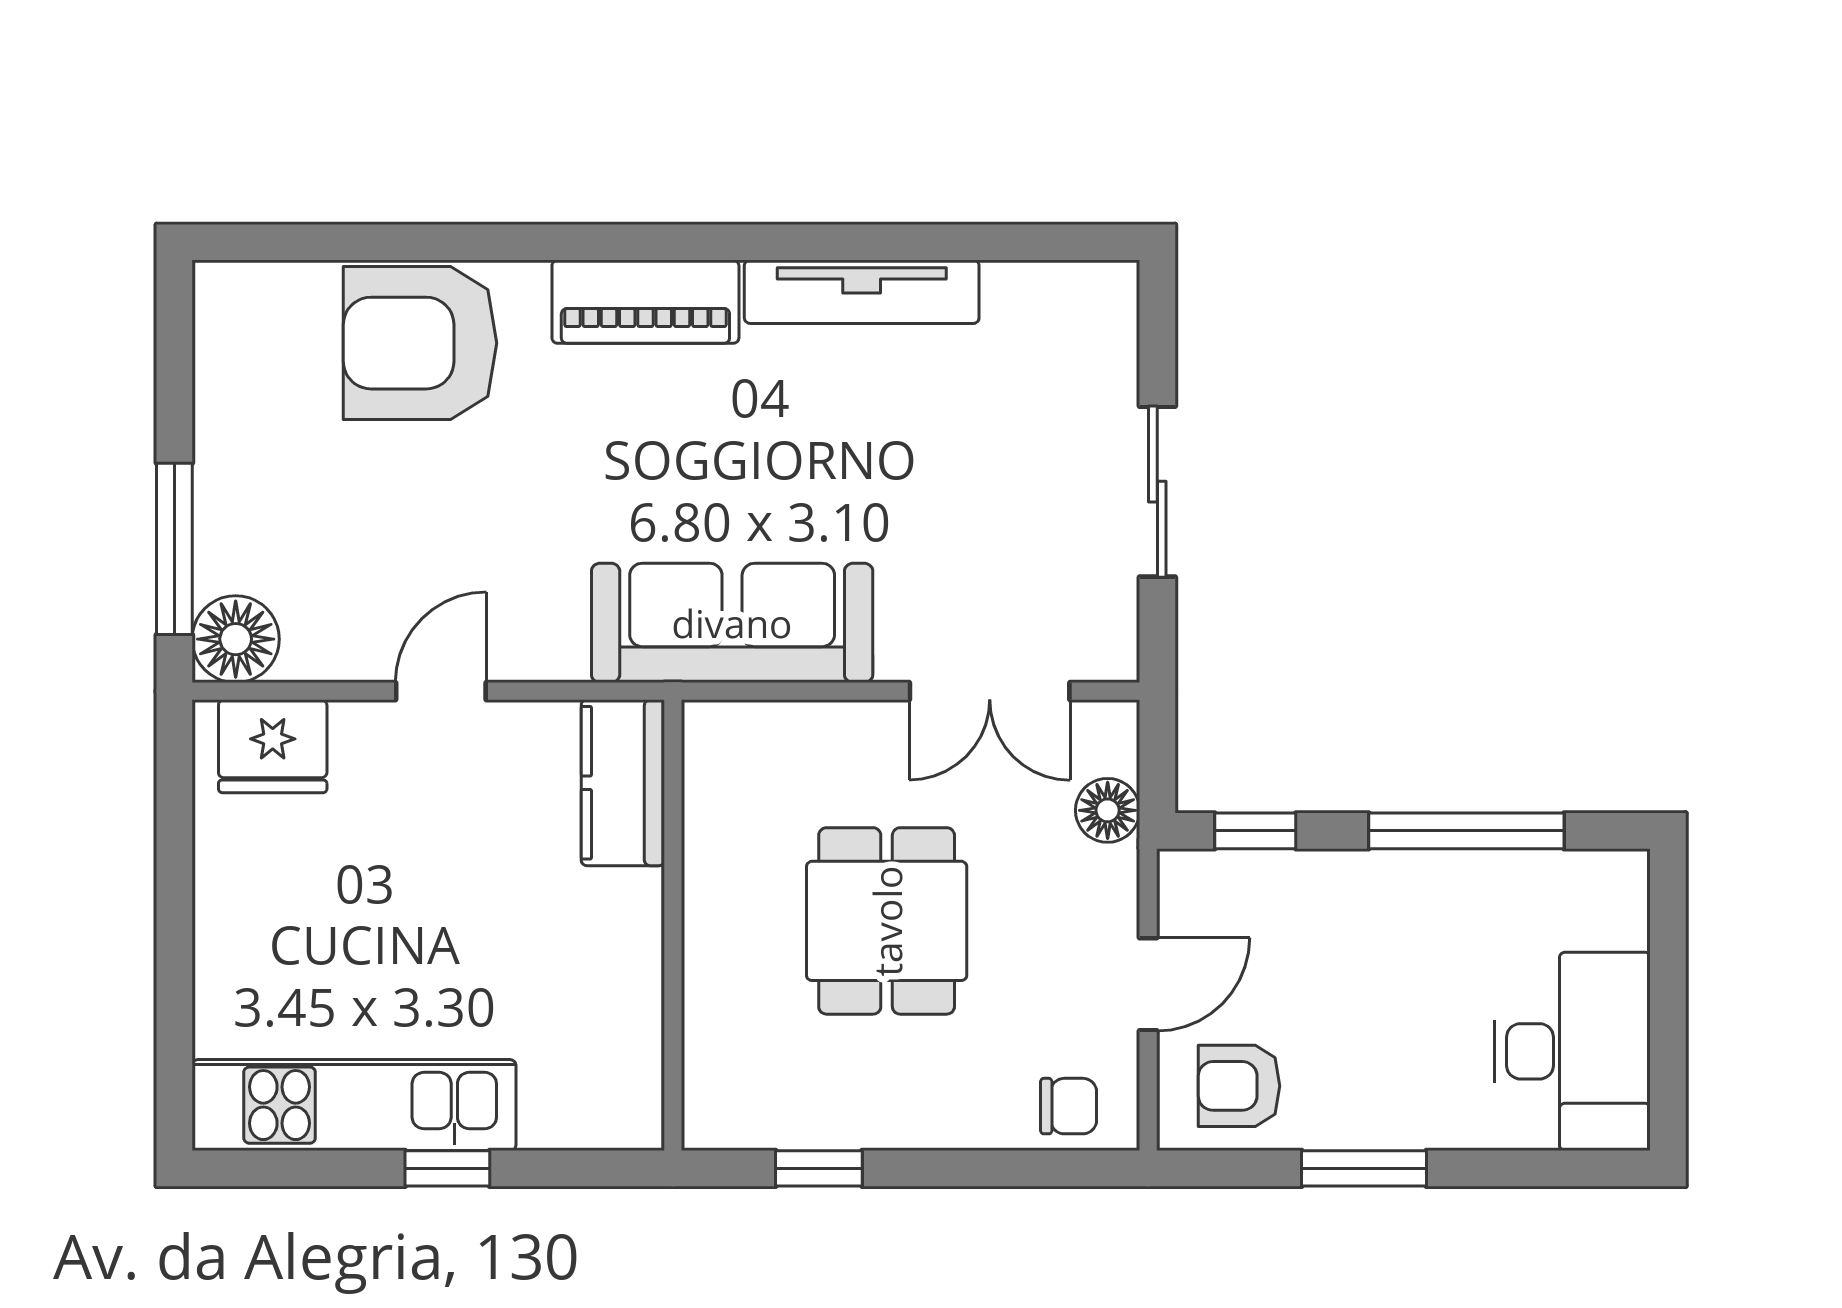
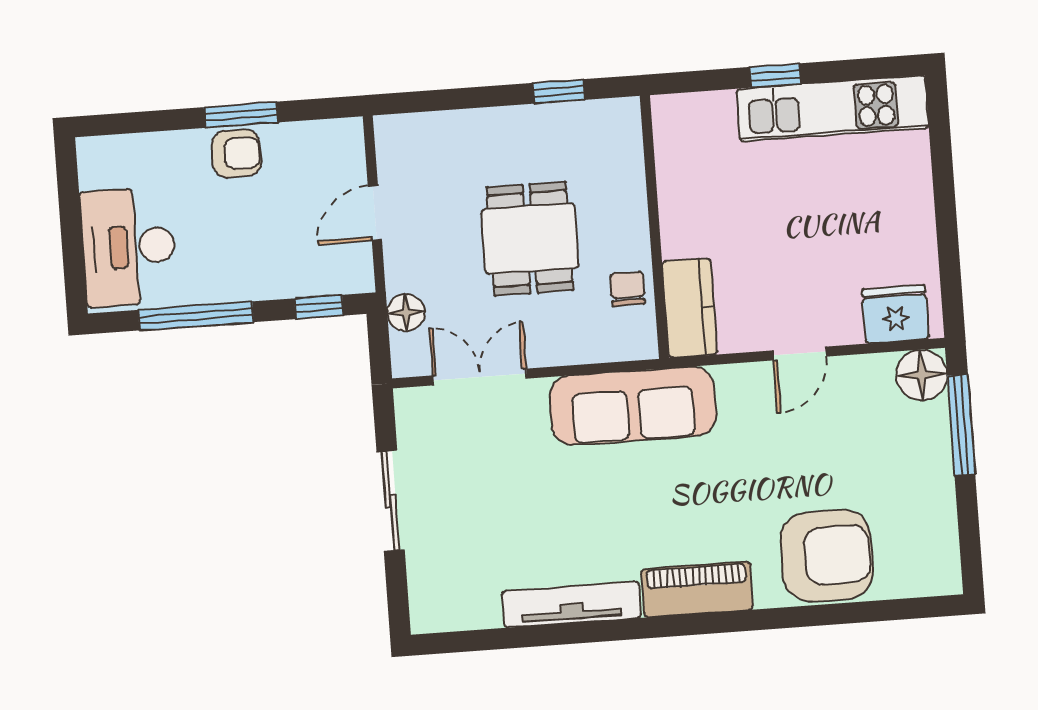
desk: (1572, 1051) -> (129, 247), moved
armchair: (1239, 1086) -> (236, 153), moved
chair: (1069, 1106) -> (627, 289), moved, turned 90

